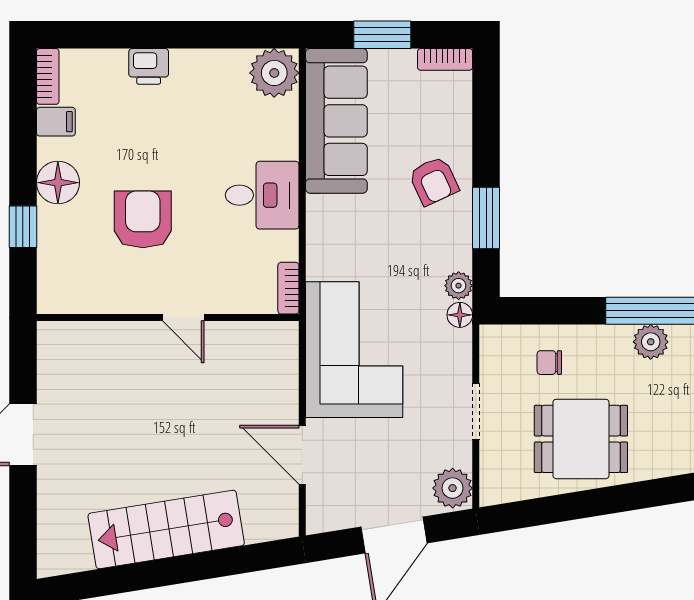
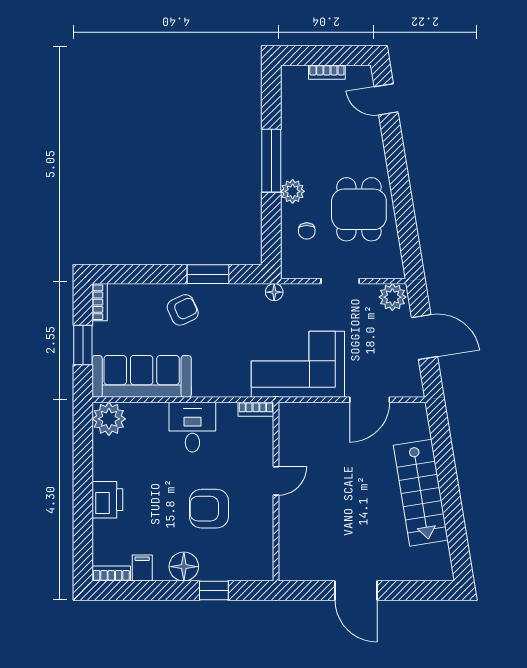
printer: (149, 66) -> (107, 500), width x1.36, depth x1.24
plant: (459, 286) -> (254, 293), removed
plant: (651, 342) -> (293, 191), moved

